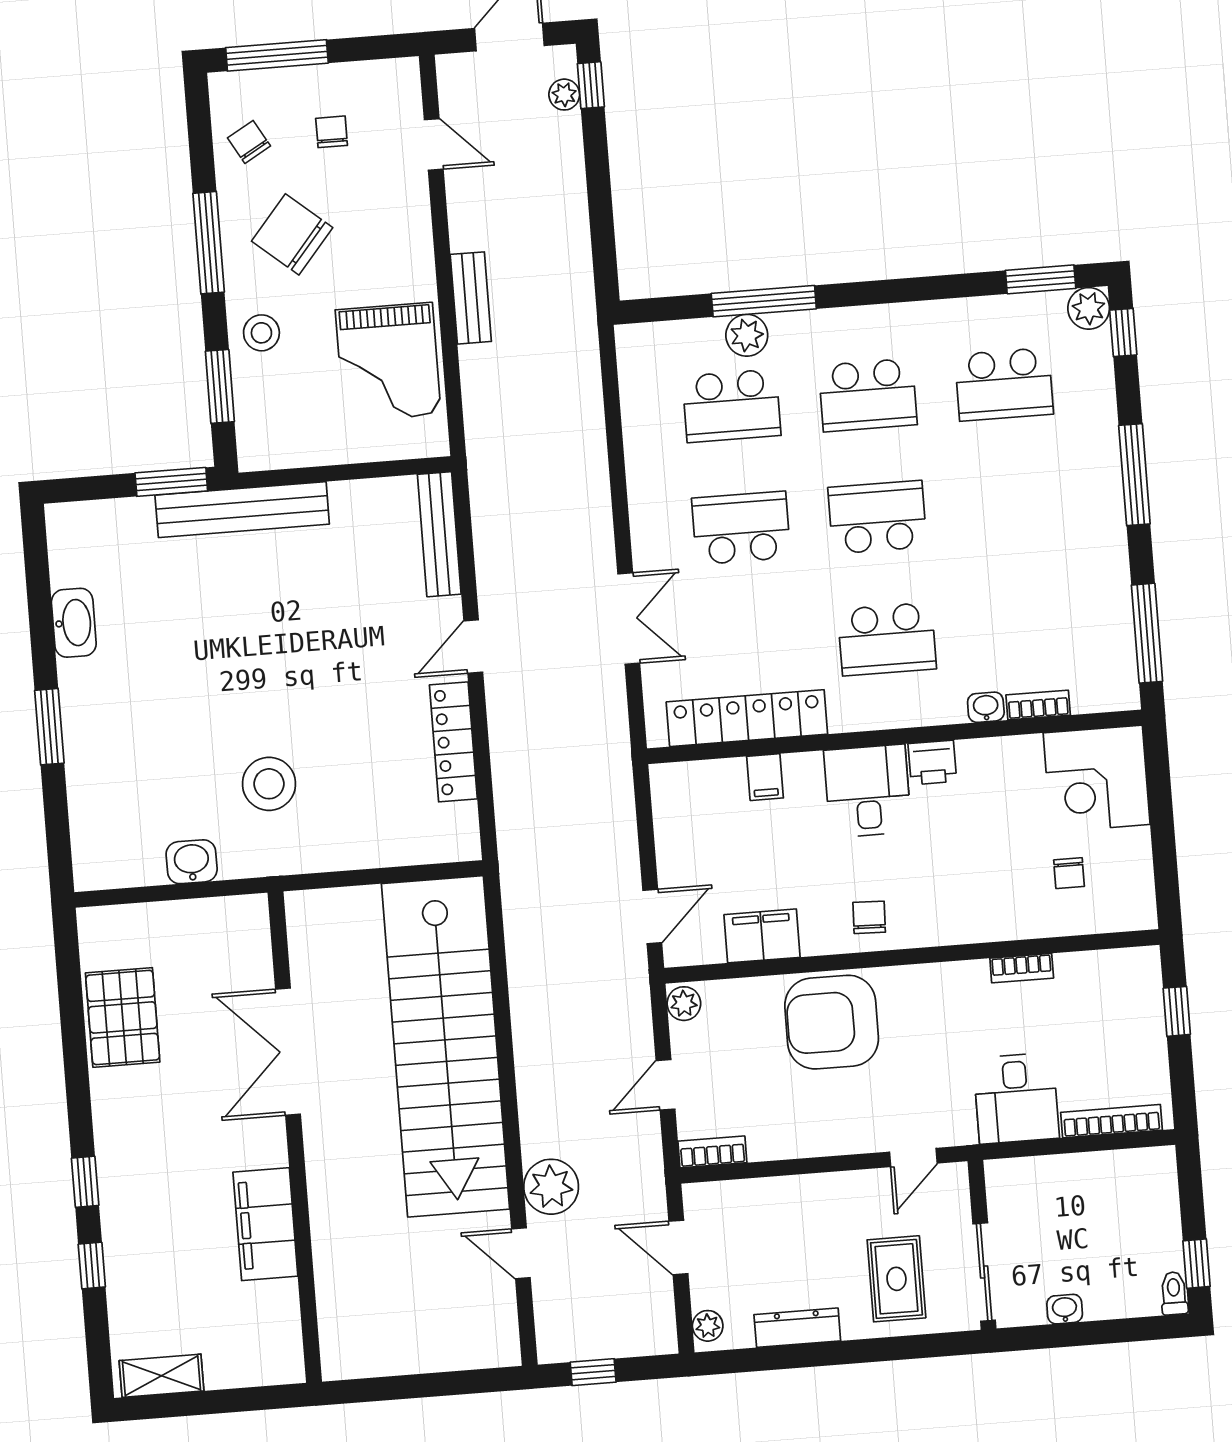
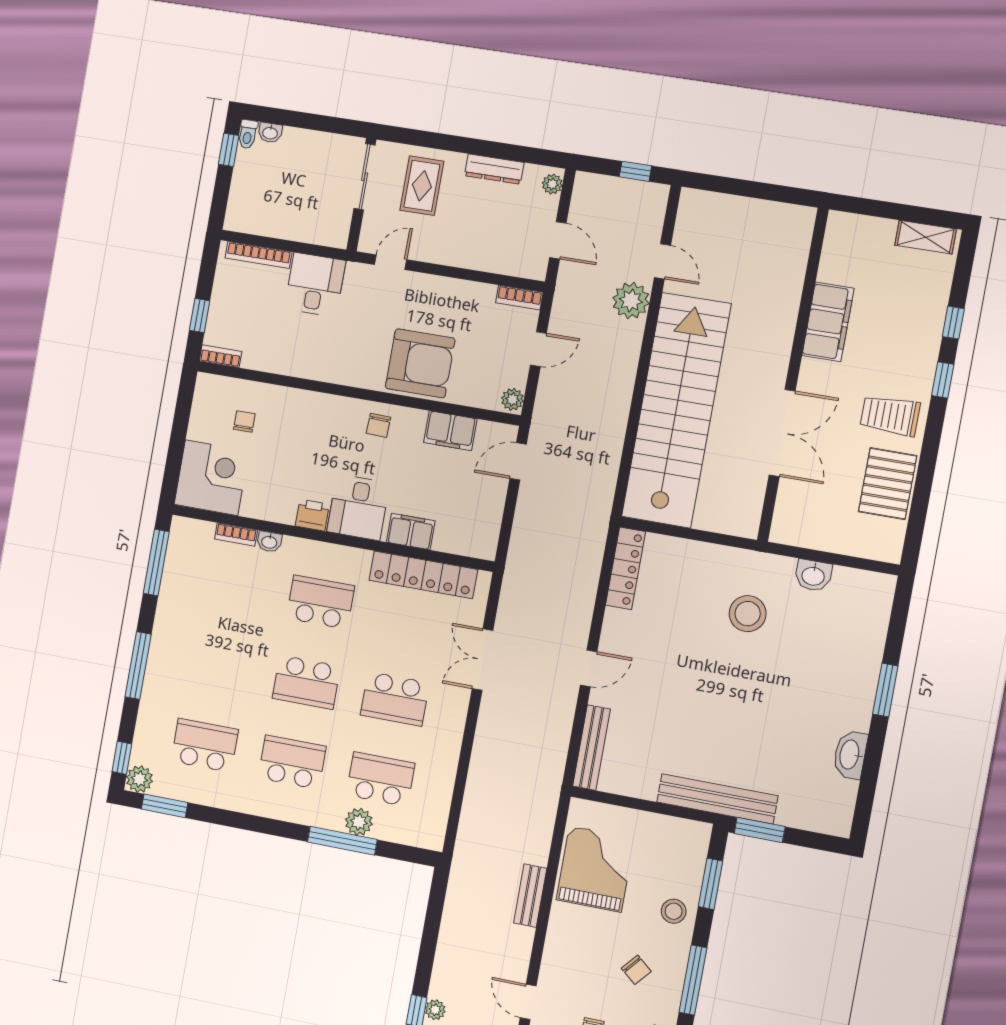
chair: (292, 234) -> (636, 970), width x0.54, depth x0.54
locker: (453, 742) -> (626, 568), moved
filing cabinet: (765, 777) -> (411, 532), width x2.00
bookcase: (1022, 968) -> (220, 356), moved
trolley: (144, 1114) -> (890, 416), added
washbasin: (1065, 1309) -> (270, 133), moved

